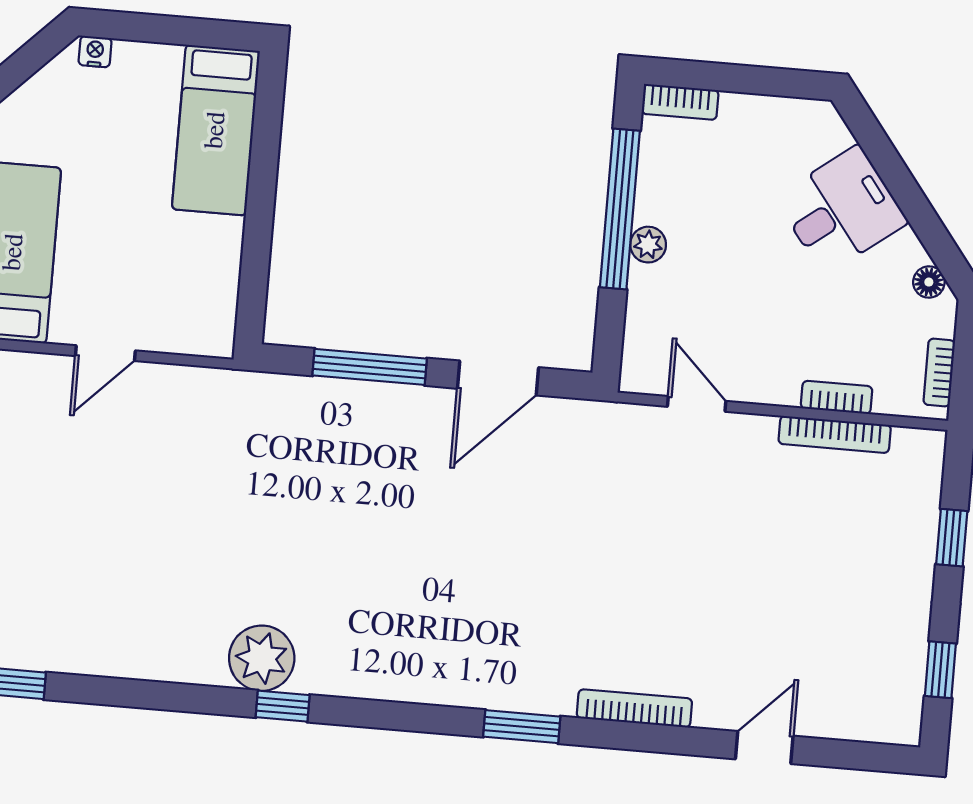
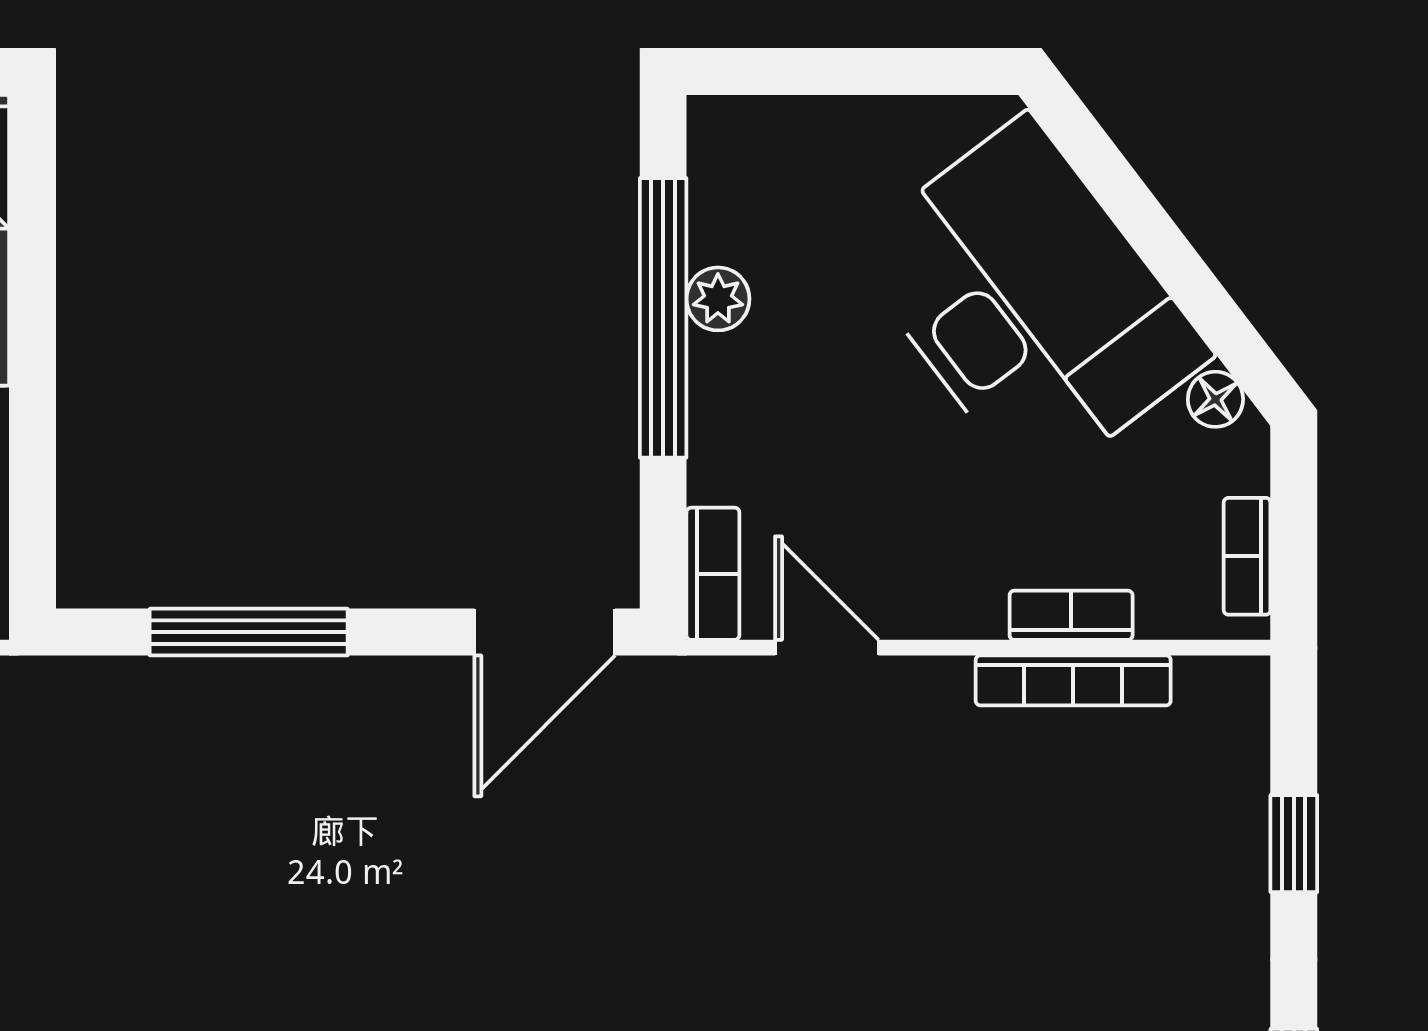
bookcase: (680, 102) -> (713, 574), moved, turned -90
desk: (841, 210) -> (1030, 302), width x1.87, depth x1.30
plant: (648, 245) -> (718, 299), moved
door: (498, 378) -> (545, 632), moved

